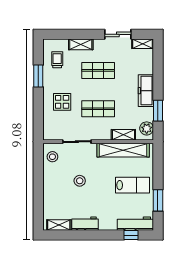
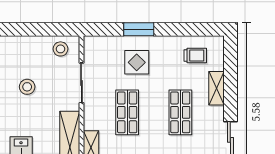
window: (38, 76) -> (139, 29), moved

